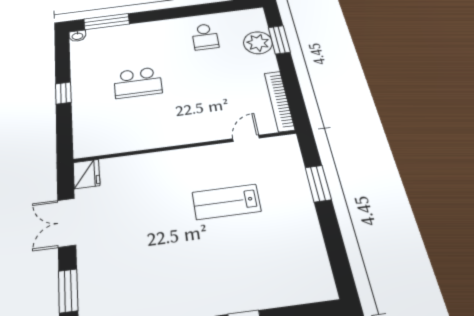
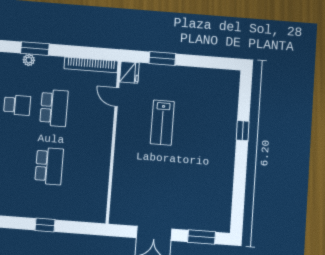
plant: (258, 43) -> (29, 60), width x0.53, depth x0.53
school desk: (212, 73) -> (54, 108), added
fridge: (86, 174) -> (129, 72), moved, turned 90

